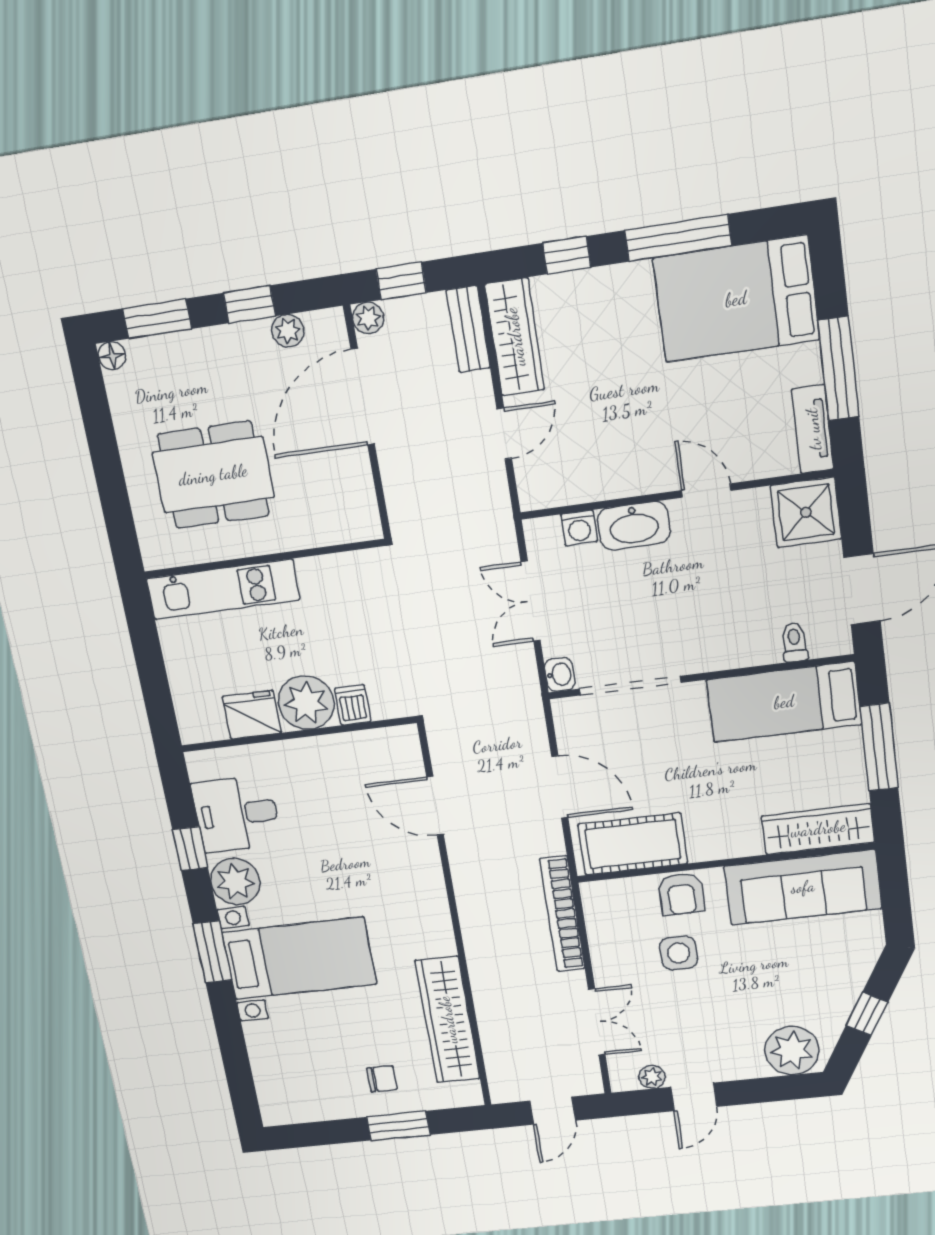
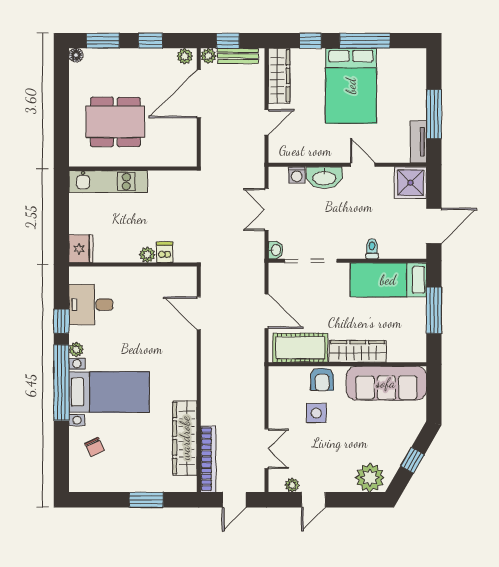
bed: (736, 299) -> (351, 86), moved, turned -90
bench: (468, 329) -> (238, 56), moved, turned 90
plant: (288, 331) -> (185, 56), moved
toilet: (794, 642) -> (372, 249), moved
plant: (306, 703) -> (147, 255), width x0.53, depth x0.53
fridge: (252, 715) -> (81, 249), moved, turned 90
wardrobe: (818, 829) -> (358, 351), moved
plant: (235, 882) -> (76, 349), width x0.53, depth x0.53
bookcase: (562, 914) -> (208, 459), moved, turned 180
window: (212, 952) -> (61, 383), width x2.11
chair: (382, 1079) -> (95, 447), moved, turned 64

